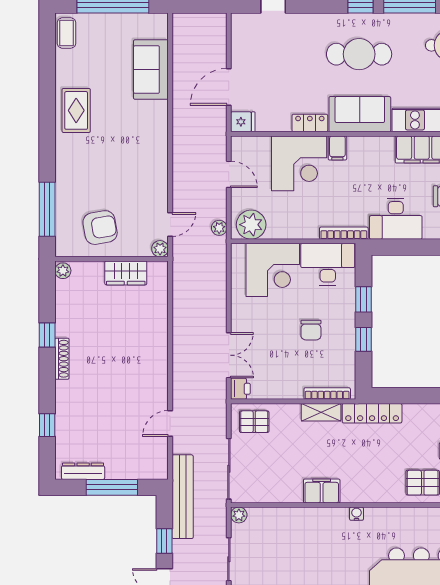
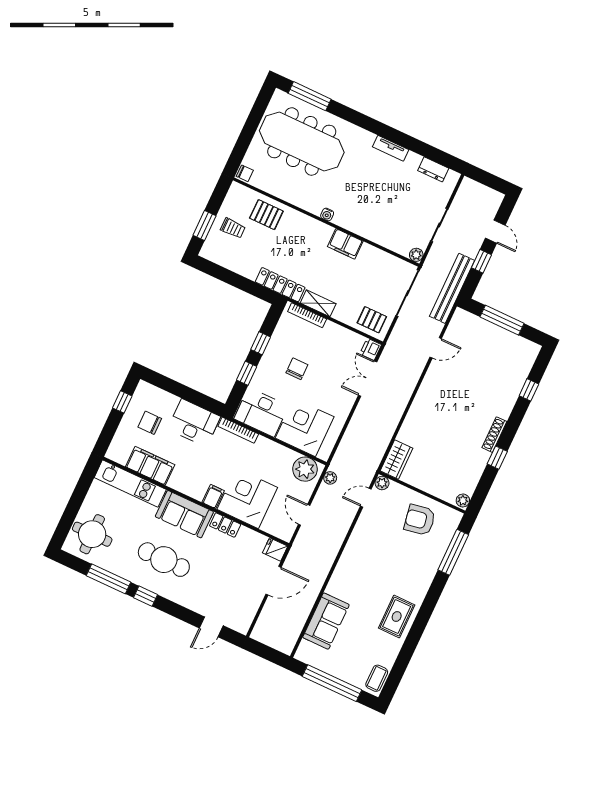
wardrobe: (126, 273) -> (397, 460), moved, turned 90
dresser: (83, 471) -> (518, 343), removed

